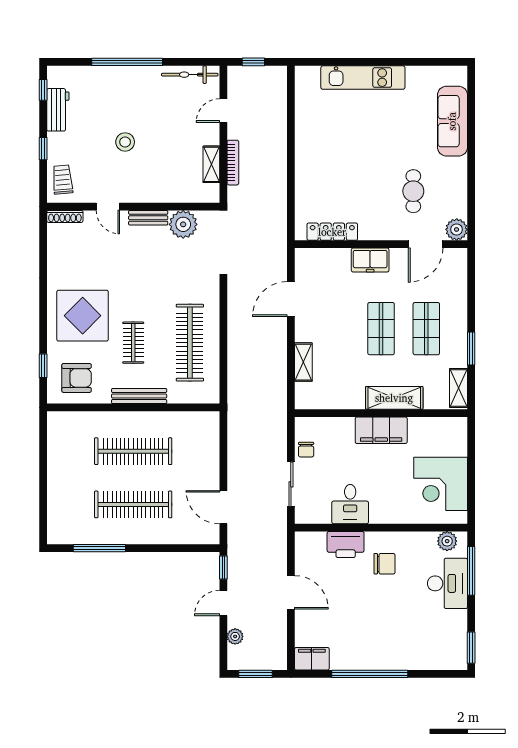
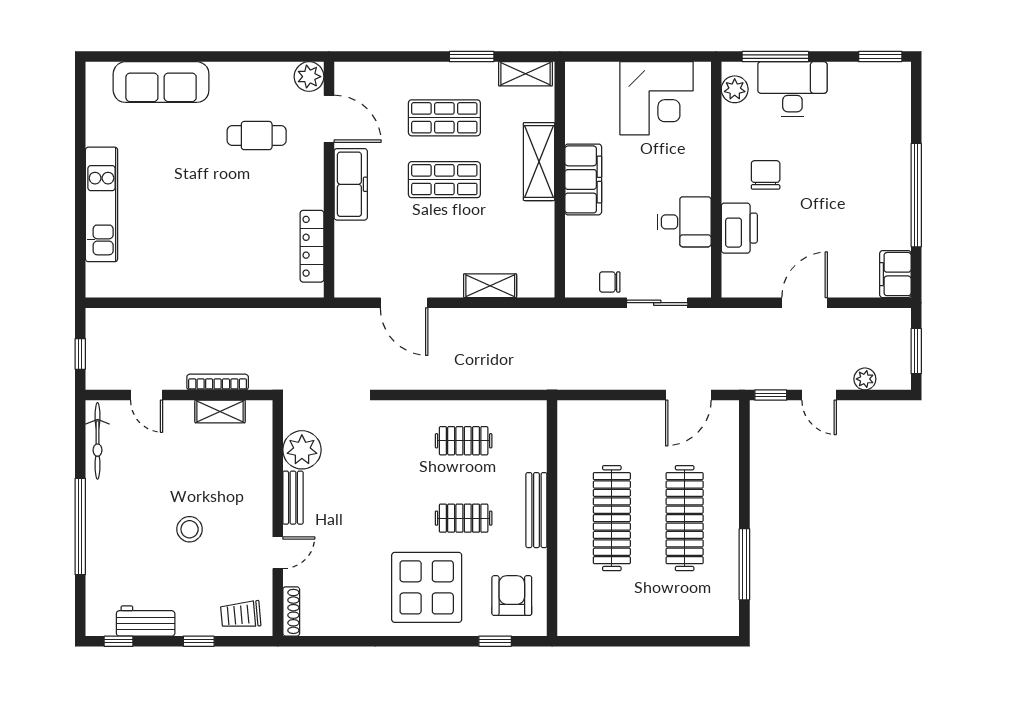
freezer: (370, 260) -> (351, 184), width x1.40
clothes rail: (190, 343) -> (464, 441), width x0.54, depth x0.76
chair: (306, 450) -> (610, 282), turned 180

